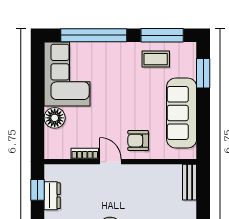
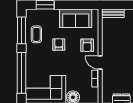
armchair: (139, 95) -> (59, 44), added
sofa: (182, 113) -> (76, 18), width x0.73
door: (110, 162) -> (100, 63), hinge flipped

